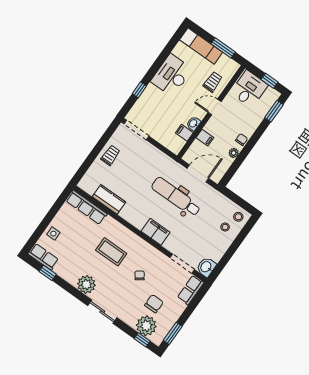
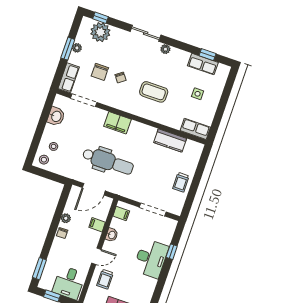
desk: (171, 75) -> (151, 258), moved
doorway: (136, 130) -> (153, 210), moved
filing cabinet: (184, 133) -> (121, 213), moved
row of seats: (86, 207) -> (195, 129), width x0.68
side table: (53, 234) -> (198, 94), moved
row of seats: (43, 257) -> (203, 64), moved
washbasin: (206, 267) -> (56, 116), moved
plant: (86, 284) -> (165, 49), width x0.53, depth x0.53
chair: (154, 304) -> (100, 72), moved
plant: (174, 317) -> (77, 48), added
window: (173, 333) -> (68, 49), moved

